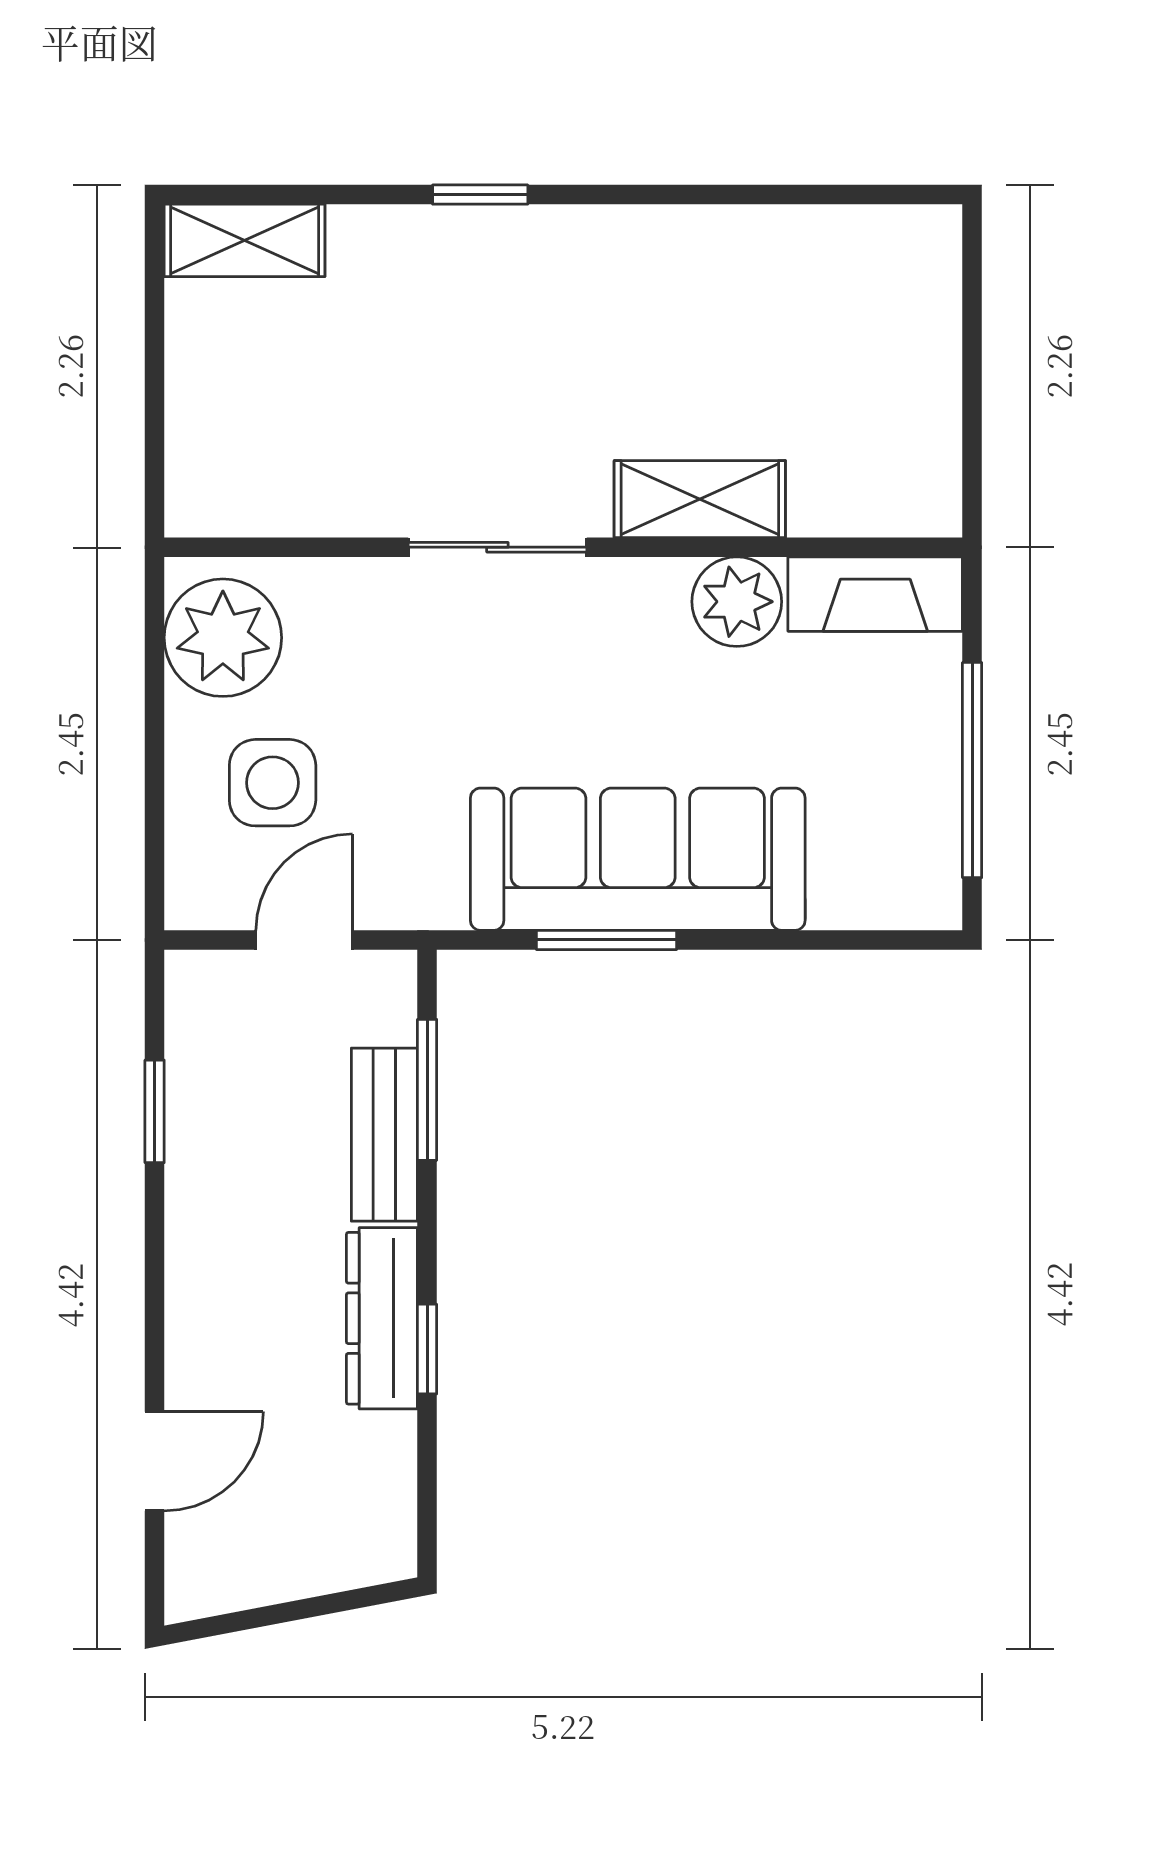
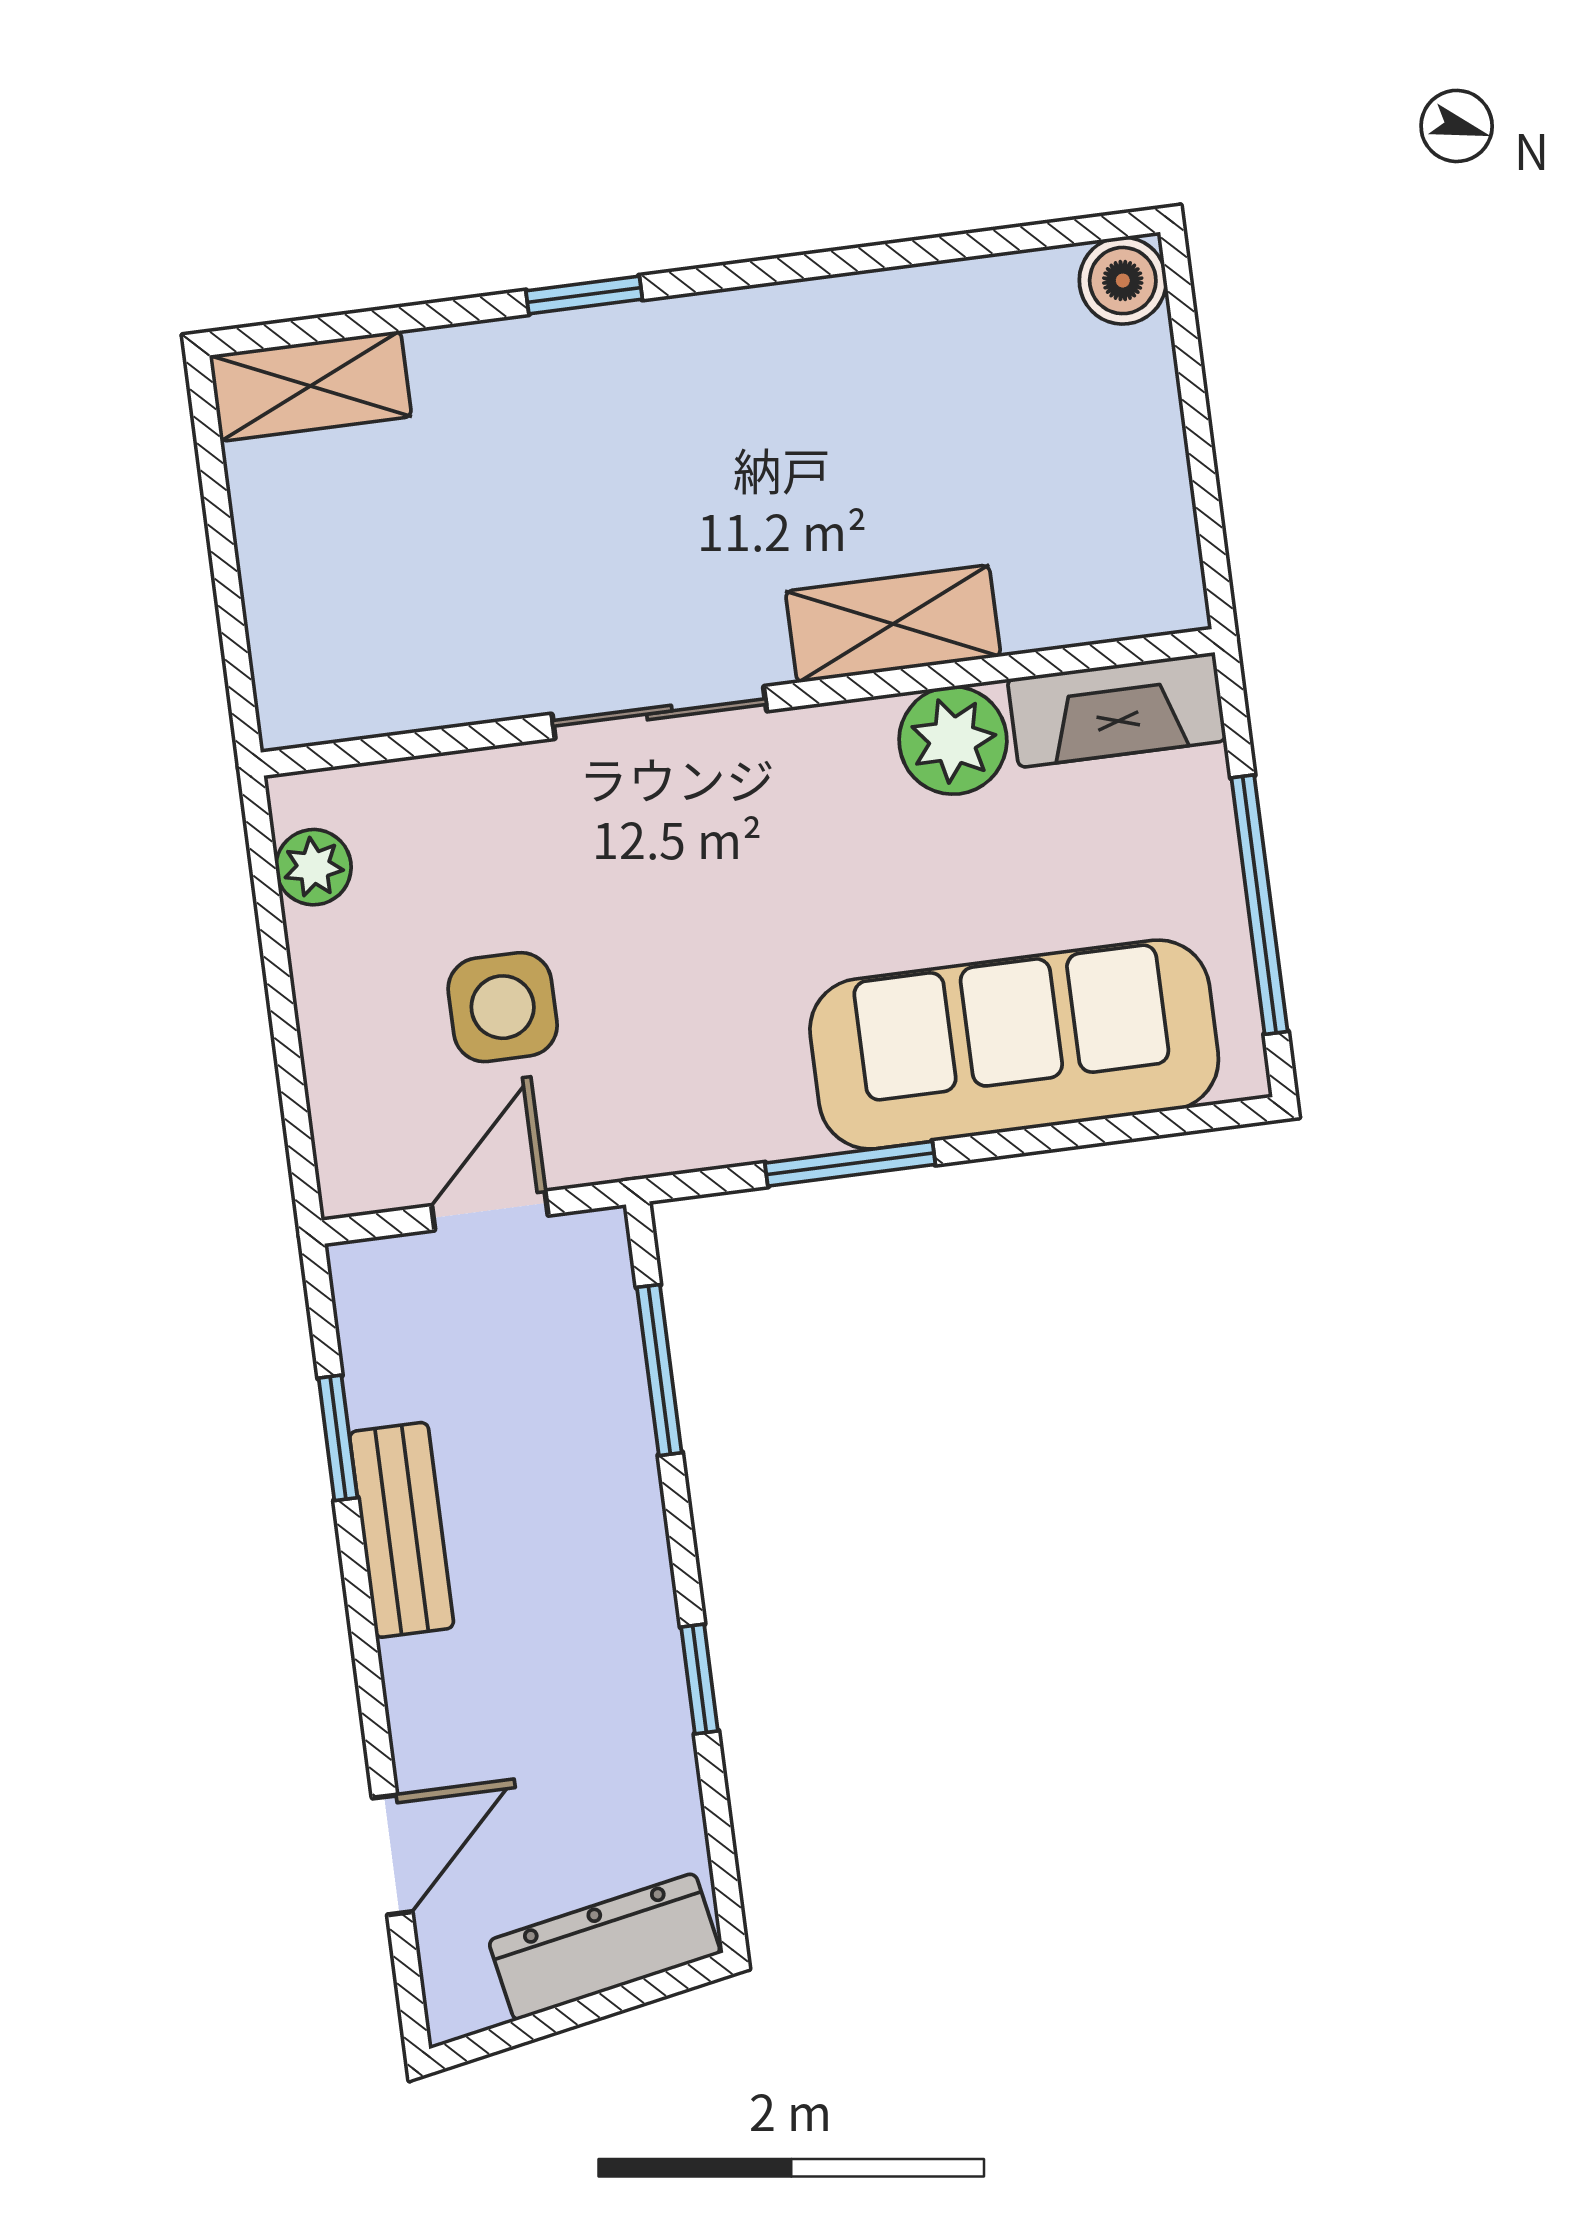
boiler: (926, 240) -> (1123, 281), added
plant: (223, 638) -> (313, 867), width x0.53, depth x0.53
side table: (273, 783) -> (503, 1007), moved
sofa: (638, 859) -> (1014, 1045), moved
bench: (384, 1135) -> (402, 1530), moved
dresser: (382, 1318) -> (605, 1947), moved, turned 79

